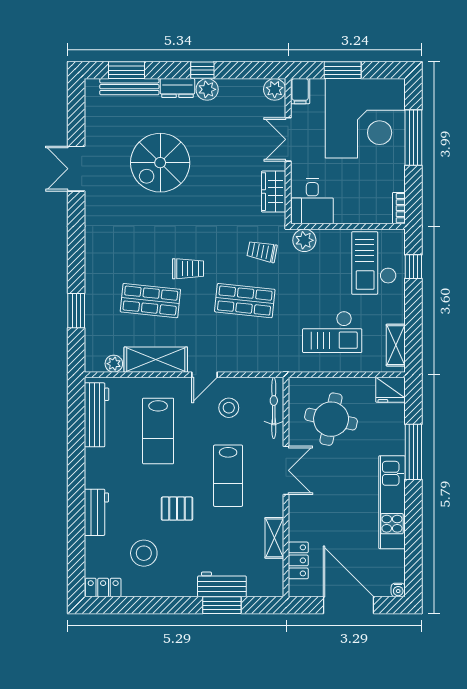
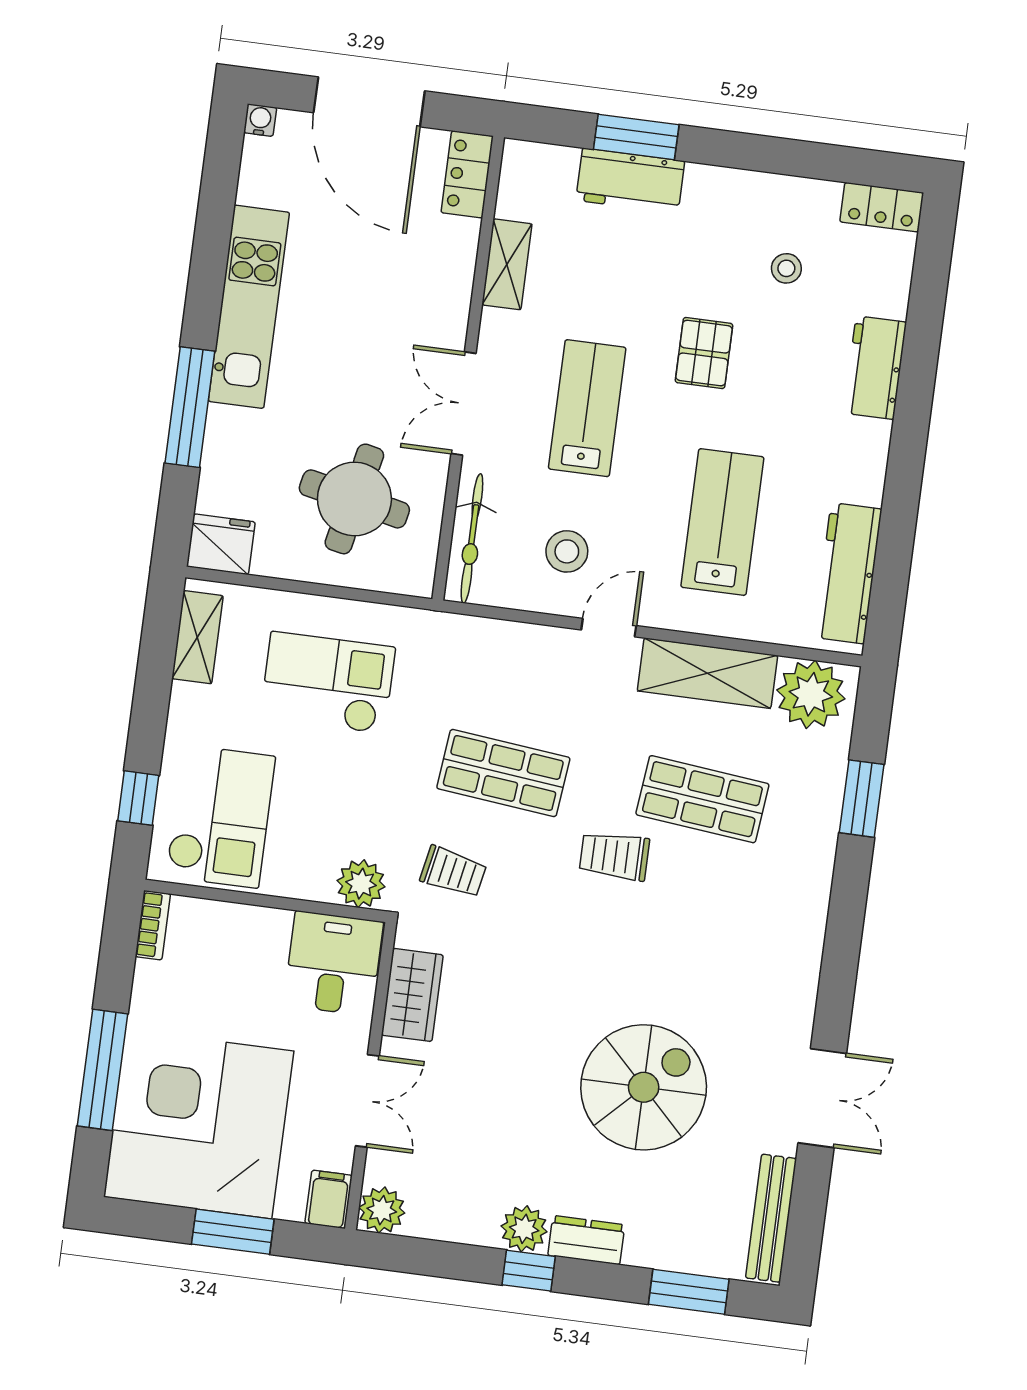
bench: (129, 87) -> (771, 1218), moved, turned 90
plant: (114, 364) -> (811, 694), width x1.88, depth x1.88
pallet: (177, 509) -> (704, 353), turned 90
stool: (144, 553) -> (786, 268), width x0.53, depth x0.53
locker: (298, 560) -> (467, 174), moved

